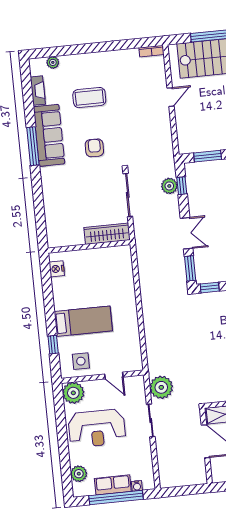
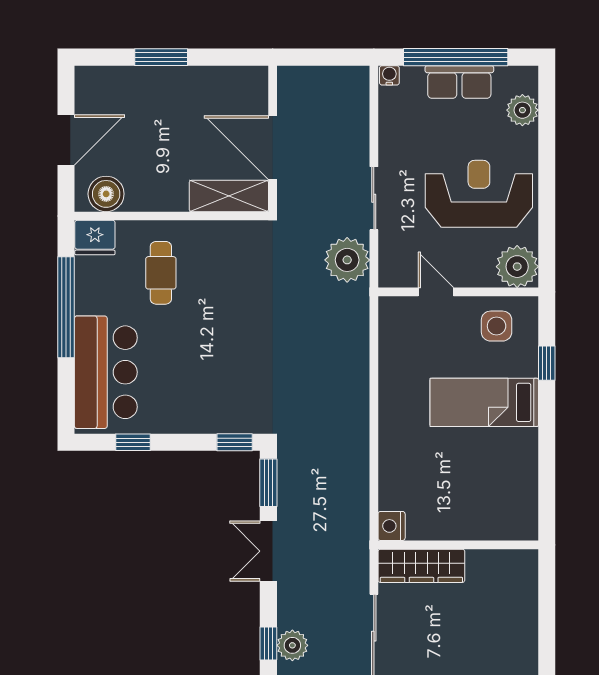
nightstand: (57, 269) -> (392, 526), moved, turned 180
water cooler: (137, 486) -> (389, 75), moved

